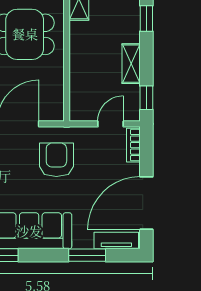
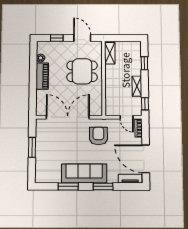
door: (111, 124) -> (127, 117), swing flipped
door: (146, 203) -> (146, 159), hinge flipped
window: (87, 255) -> (103, 186), moved

